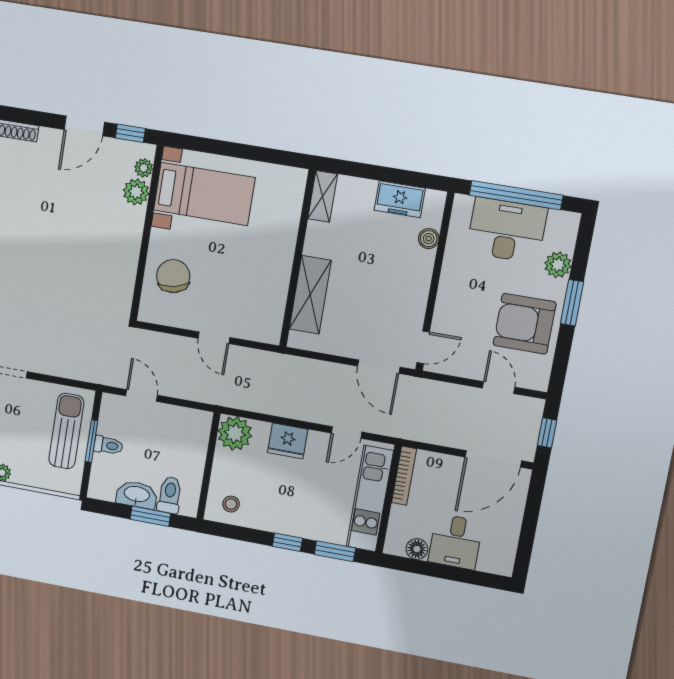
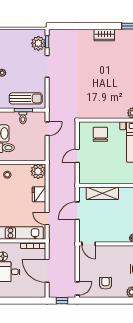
chair: (173, 276) -> (100, 134), turned -78
window: (572, 303) -> (117, 301), removed
armchair: (525, 324) -> (105, 283), width x0.53, depth x0.53
door: (379, 367) -> (77, 211), moved
door: (499, 388) -> (77, 289), moved
door: (493, 459) -> (47, 271), moved

